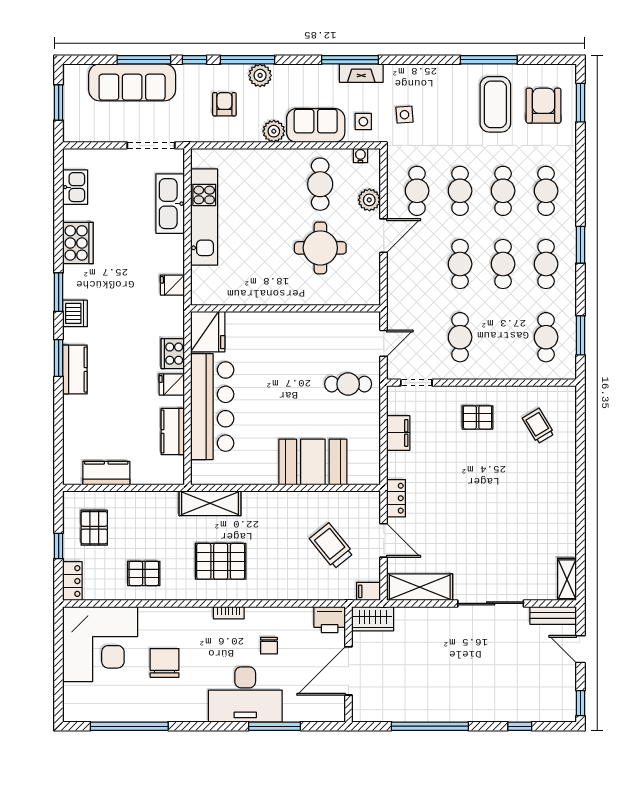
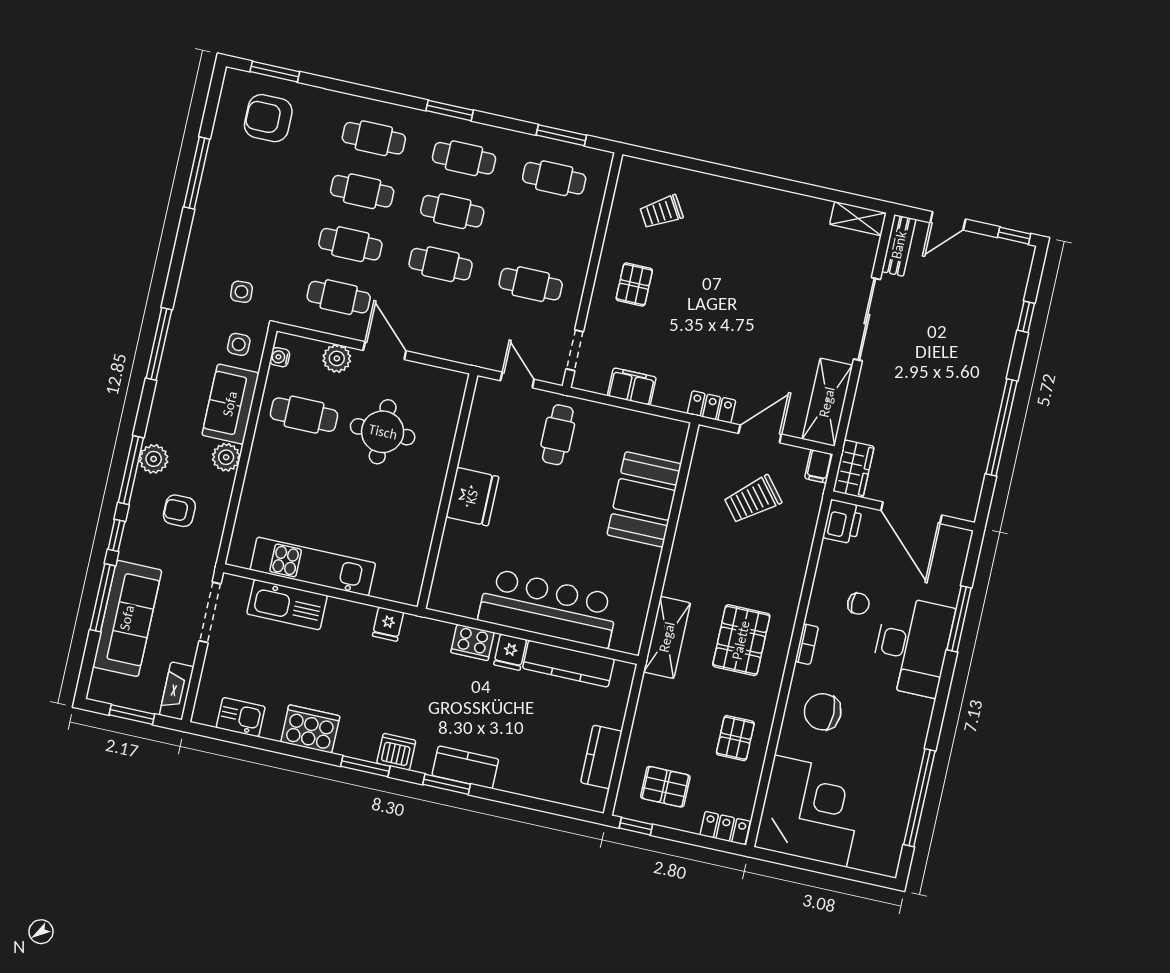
fireplace: (361, 73) -> (177, 691), moved, turned 180
coffee table: (495, 104) -> (254, 177), removed
fridge: (208, 332) -> (472, 497), moved, turned 90
kitchen counter: (173, 432) -> (568, 664), width x1.50
window: (59, 546) -> (636, 826), moved
chair: (165, 663) -> (823, 712), moved

